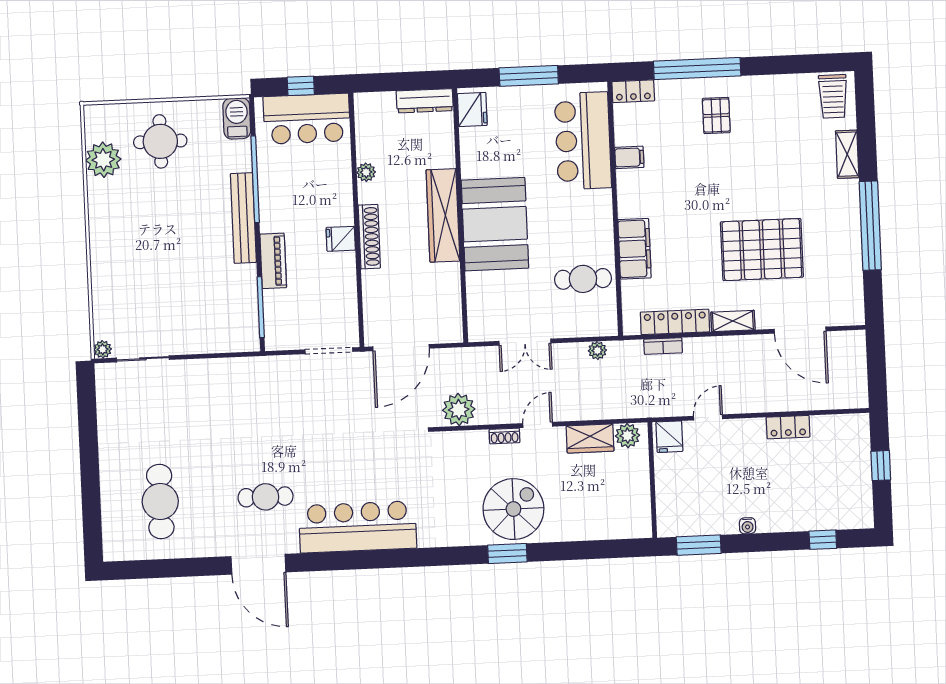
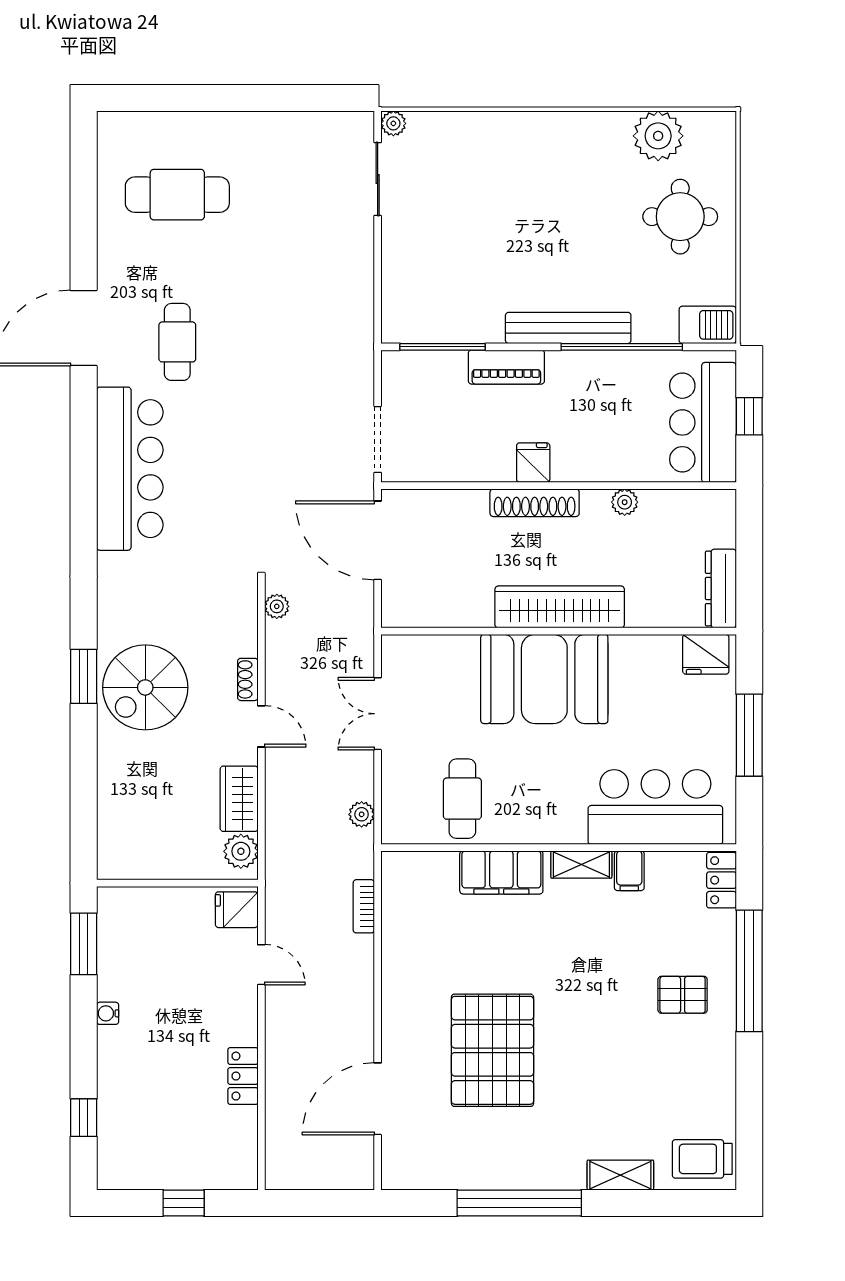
shelving: (733, 321) -> (581, 865), moved, turned 90
locker: (675, 322) -> (397, 924), removed
plant: (459, 410) -> (277, 606), width x0.53, depth x0.53
spiral stairs: (513, 509) -> (145, 687), turned 90

